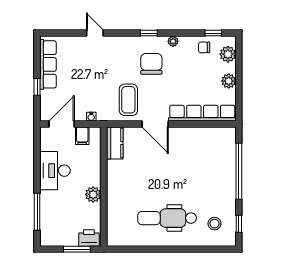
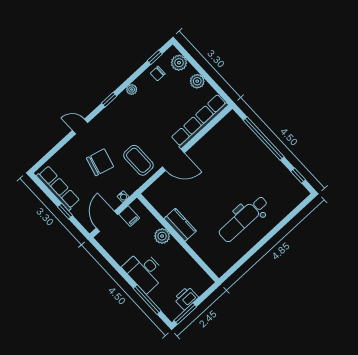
door: (95, 33) -> (80, 127), moved
chair: (151, 64) -> (100, 162), moved, turned 105
kitchen counter: (115, 143) -> (180, 225), moved
desk: (55, 171) -> (144, 271), moved
plant: (93, 194) -> (162, 236), moved
stool: (214, 224) -> (281, 192), removed
printer: (89, 238) -> (186, 298), moved
window: (77, 249) -> (185, 314), moved

